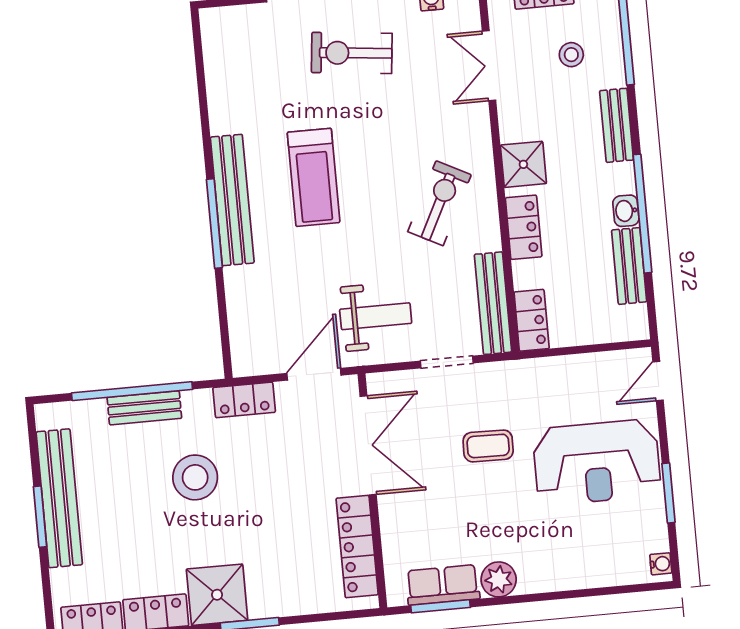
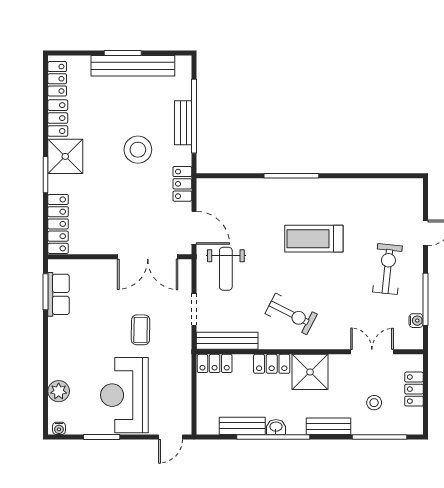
shower: (523, 164) -> (310, 372), width x1.36, depth x1.36
bench: (232, 200) -> (305, 188), removed
door: (658, 381) -> (170, 437), swing flipped
locker: (357, 546) -> (58, 224), moved, turned 90
plant: (499, 579) -> (59, 391), moved

